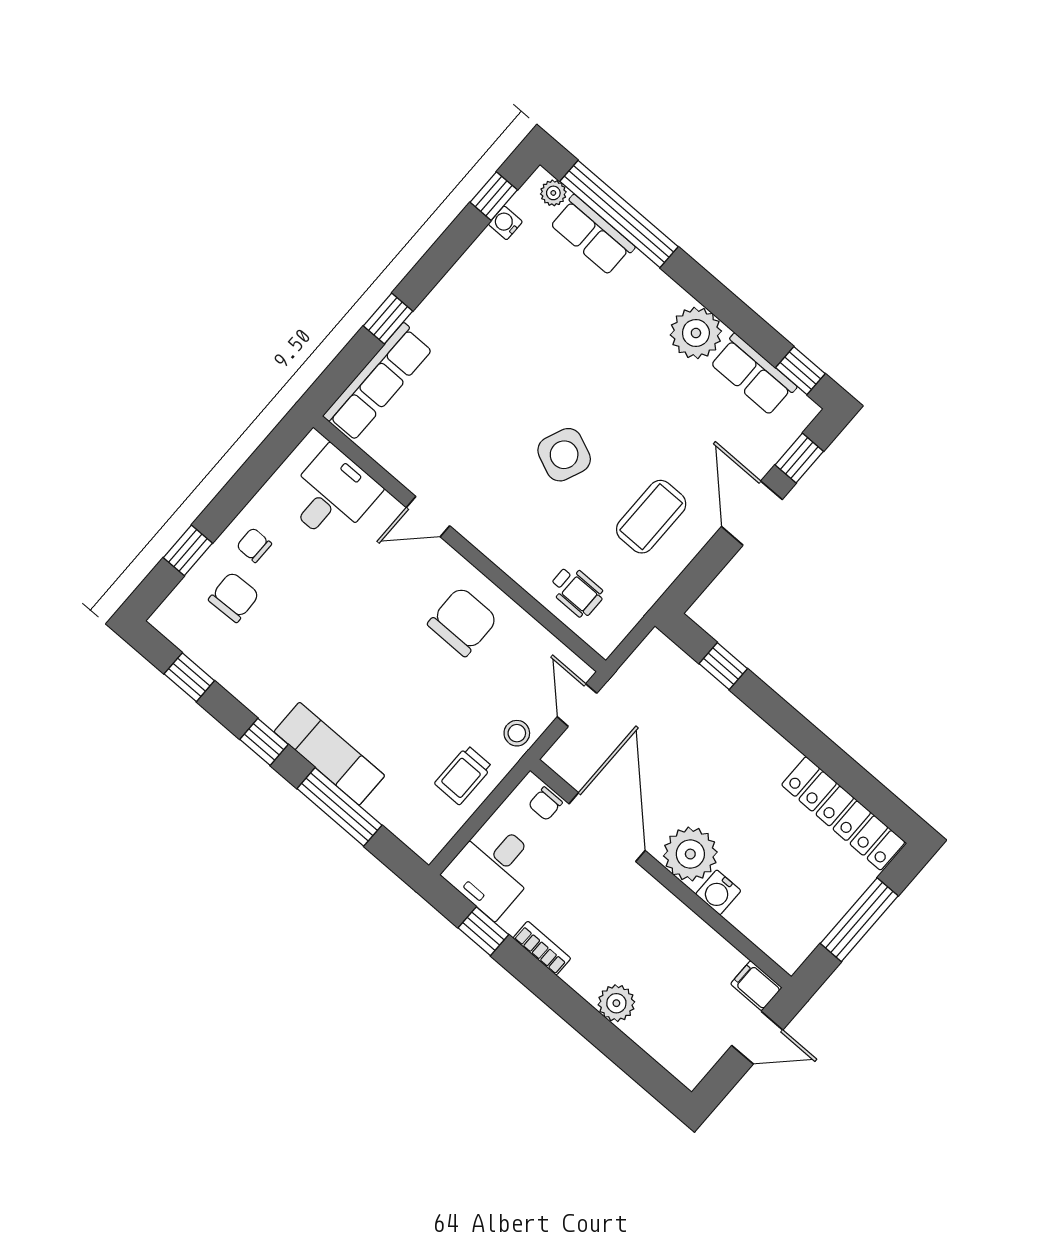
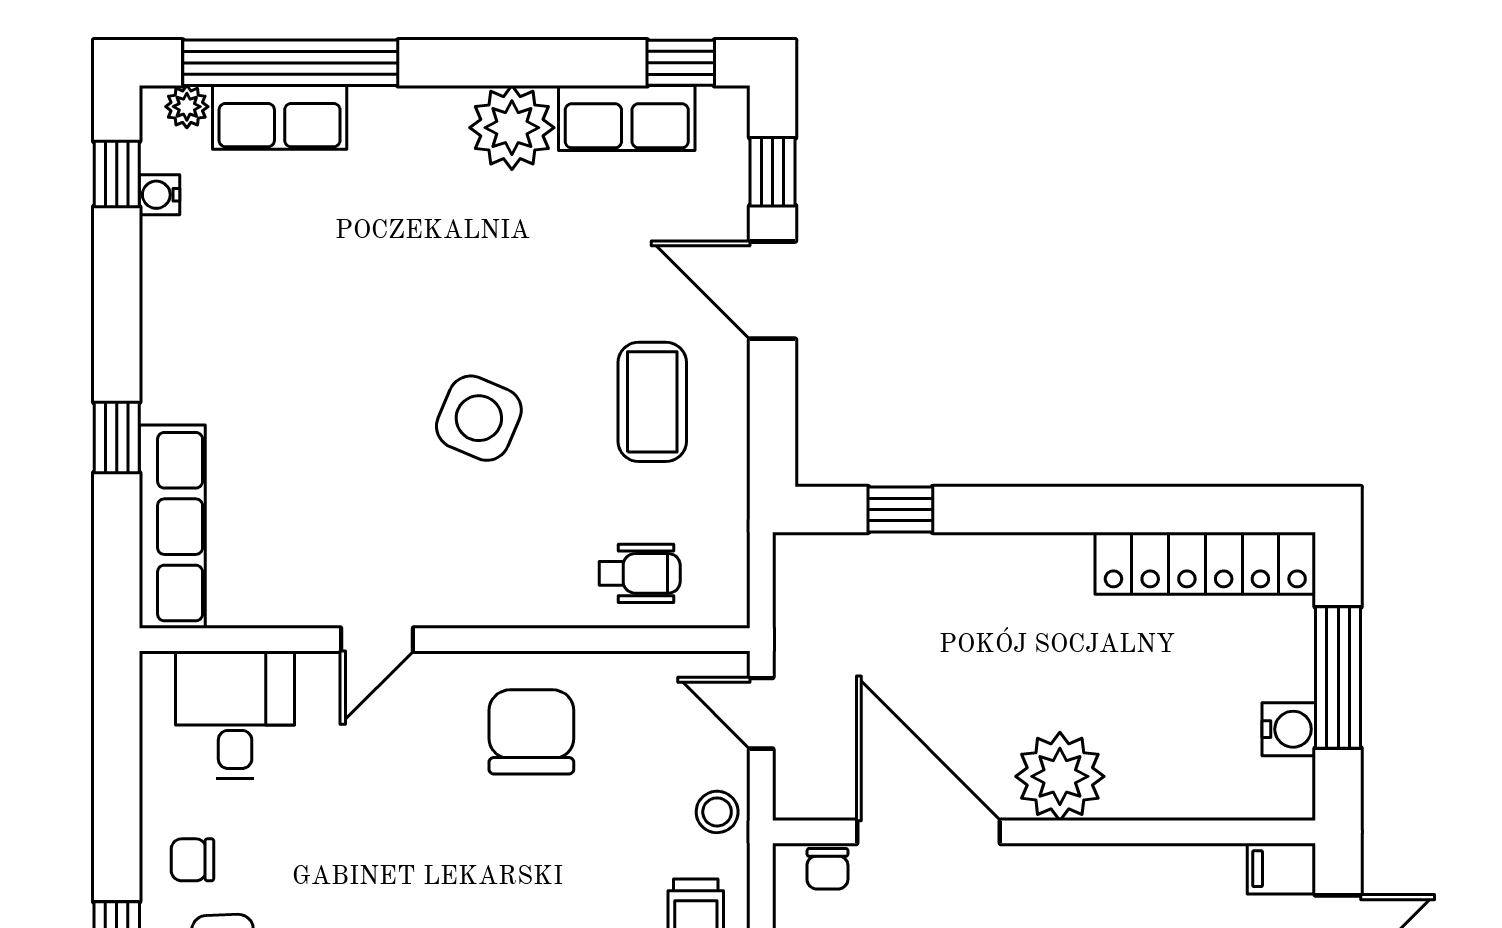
water cooler: (718, 892) -> (1289, 729), moved, turned -90

